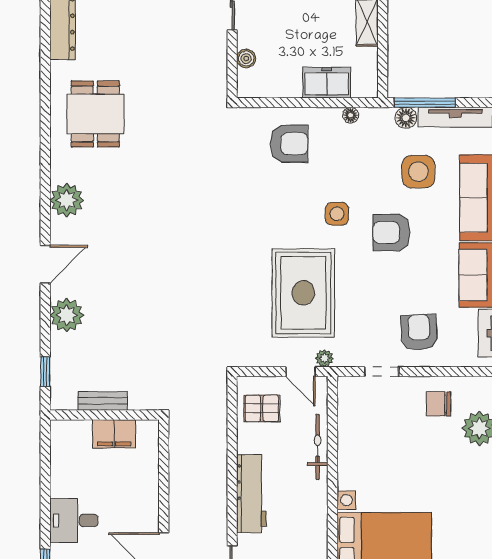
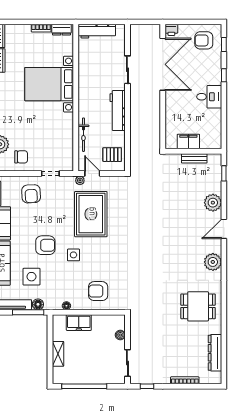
dining table: (95, 114) -> (198, 306), turned 90

